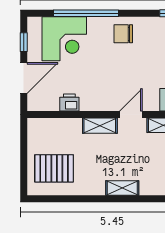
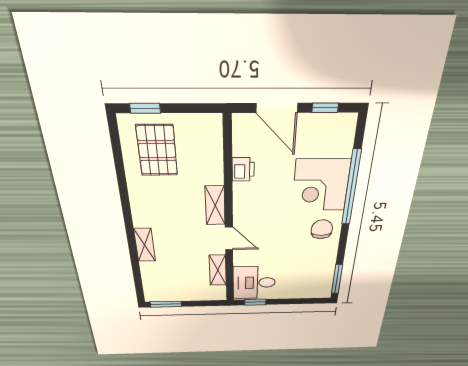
corner desk: (64, 39) -> (321, 185), moved
window: (24, 174) -> (145, 108), added
shelving: (122, 188) -> (145, 245), moved

